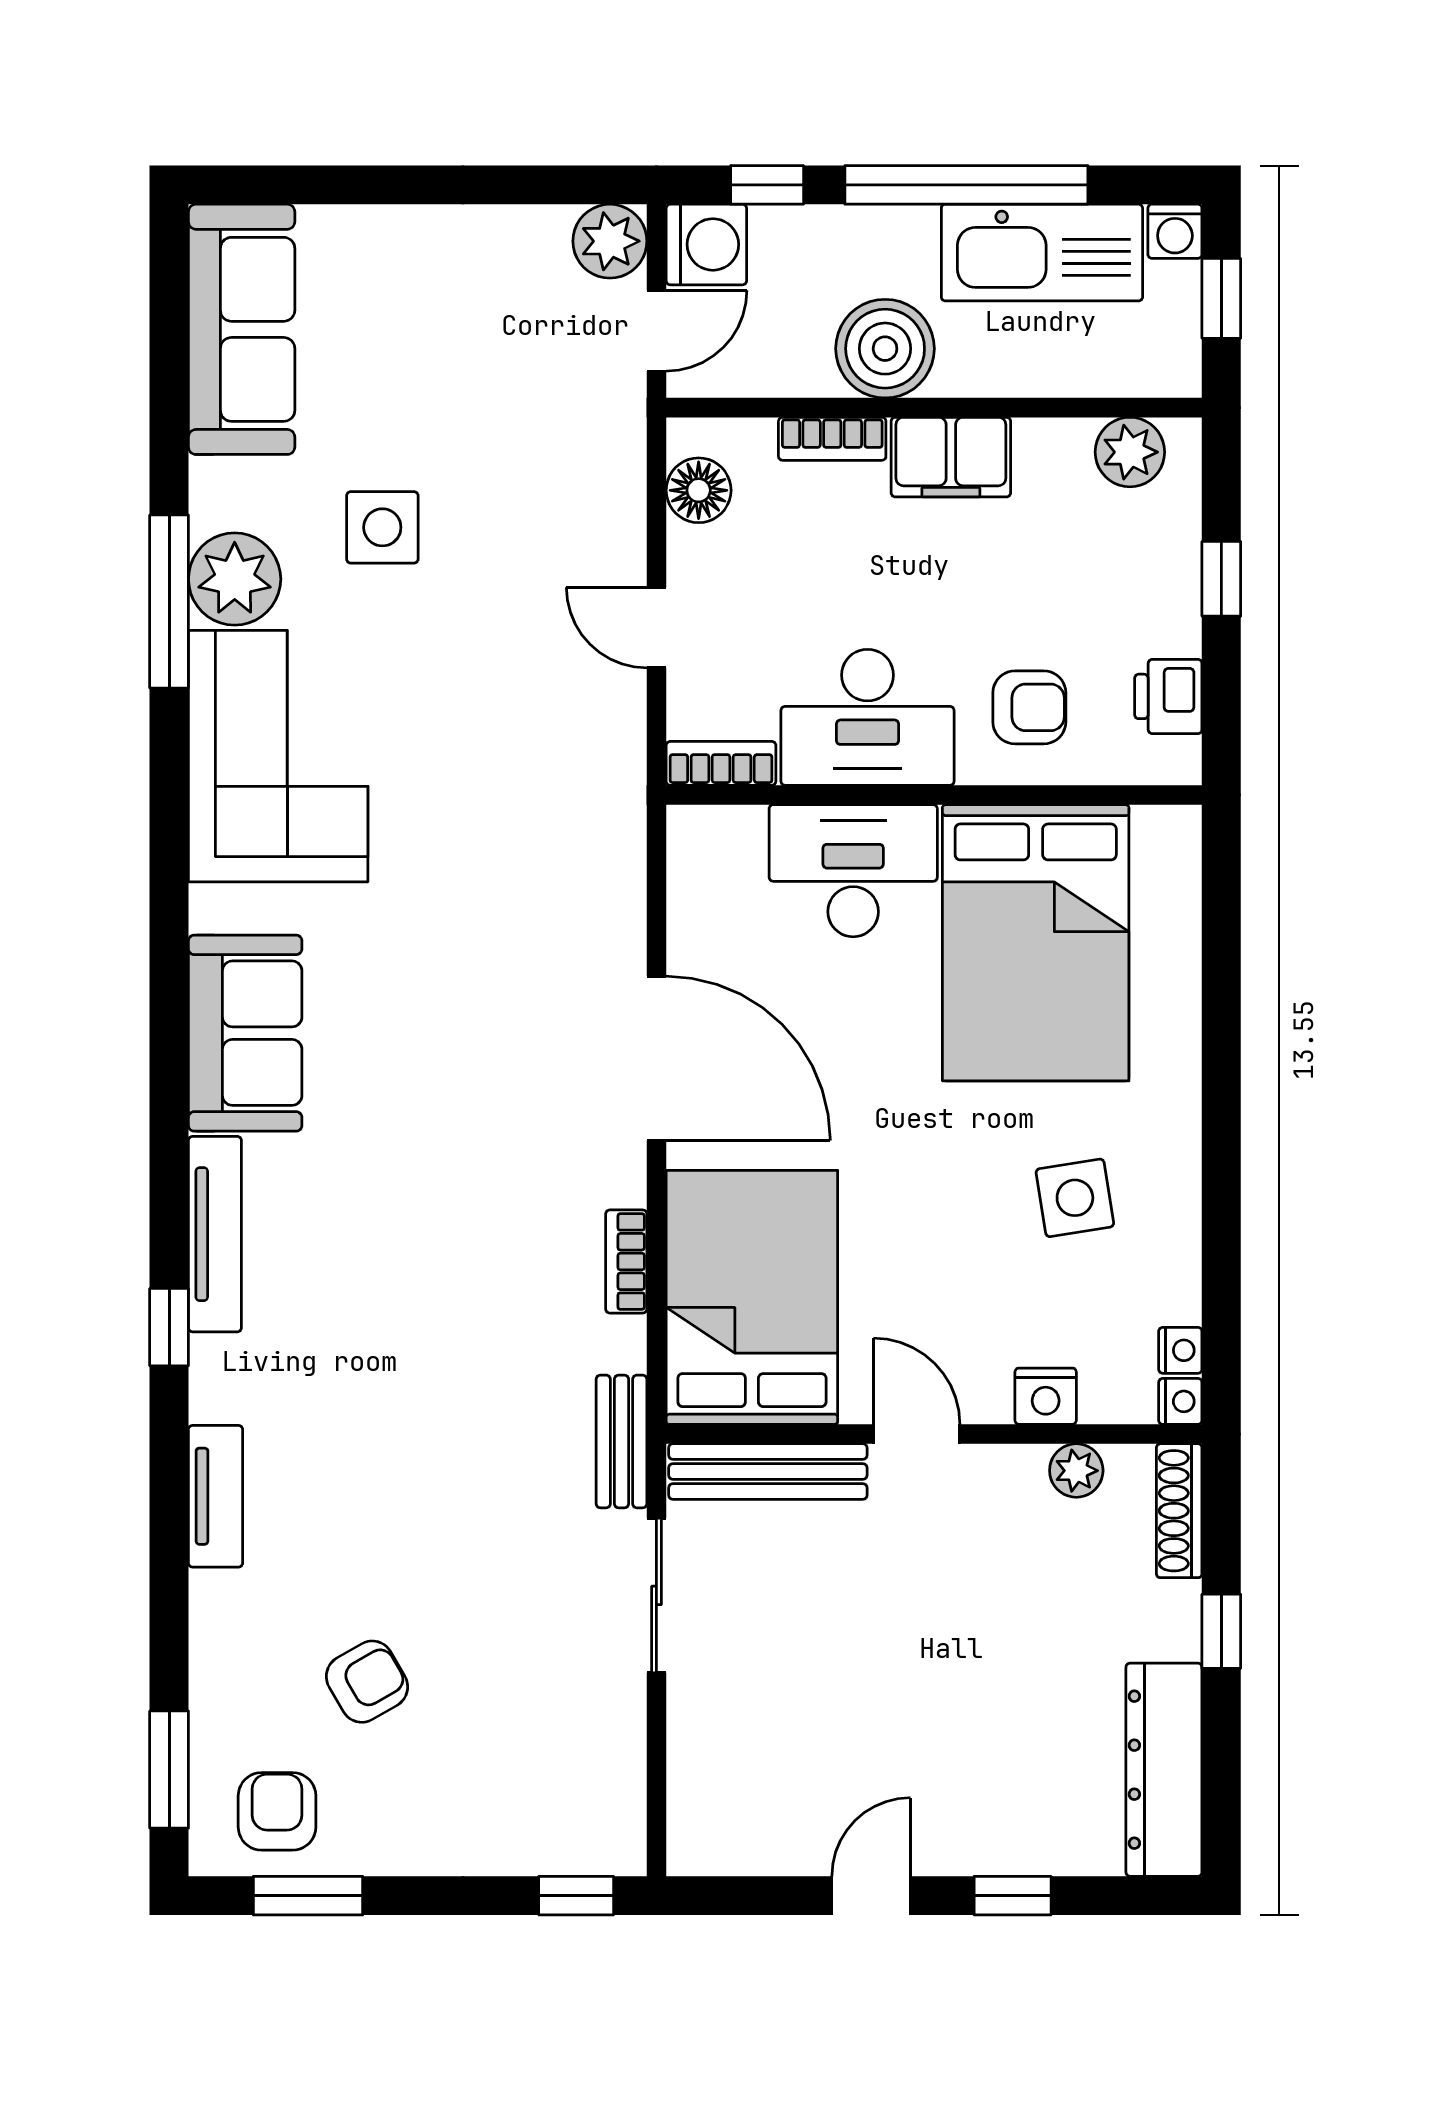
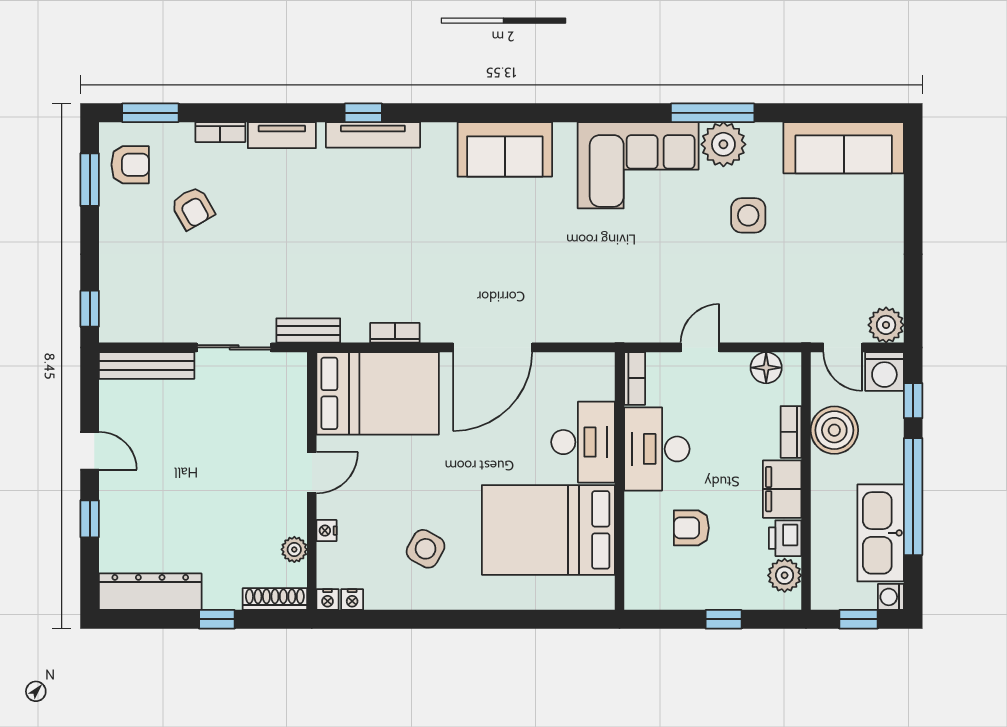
boiler: (885, 349) -> (834, 430), moved
printer: (1168, 696) -> (785, 538), moved, turned -90
armchair: (1029, 707) -> (691, 528), moved, turned 90
side table: (1075, 1198) -> (426, 549), turned 38
tv unit: (215, 1234) -> (373, 135), moved
nightstand: (1046, 1396) -> (326, 531), width x0.72, depth x0.74
bench: (768, 1471) -> (147, 365), moved, turned 90
bookcase: (209, 1624) -> (220, 132), added

